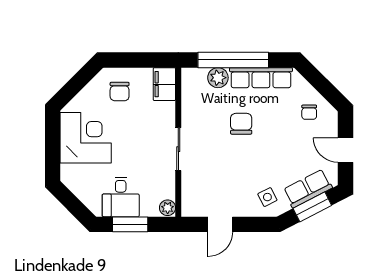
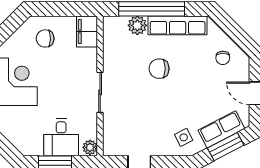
chair: (120, 92) -> (45, 38), turned 90
chair: (241, 124) -> (159, 69), turned -90
desk: (121, 197) -> (61, 137), moved

